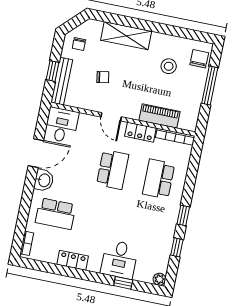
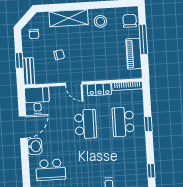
stool: (169, 66) -> (100, 21), moved
bench: (62, 81) -> (29, 71), width x0.73
piano: (159, 116) -> (134, 54), moved, turned -90
window: (183, 215) -> (148, 124), moved

